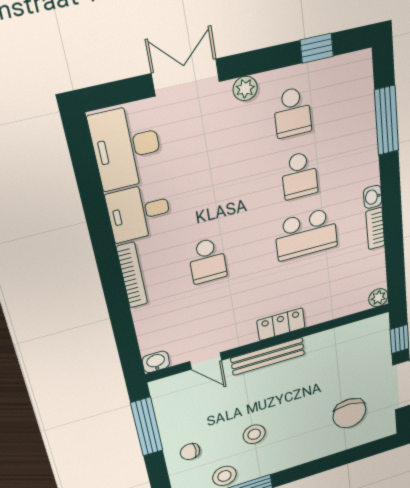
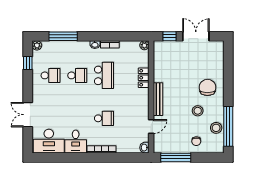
plant: (245, 88) -> (37, 45), moved
locker: (281, 324) -> (144, 78), moved
chair: (349, 413) -> (207, 87), moved, turned -93

